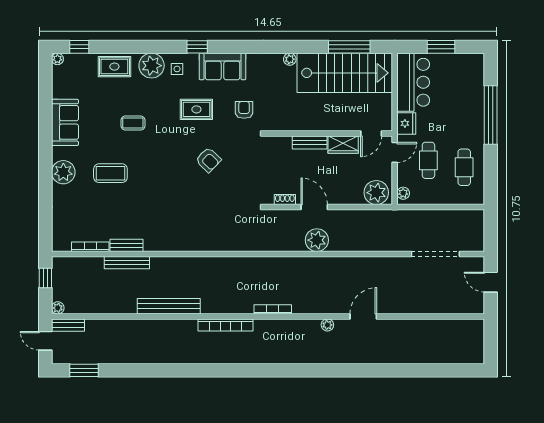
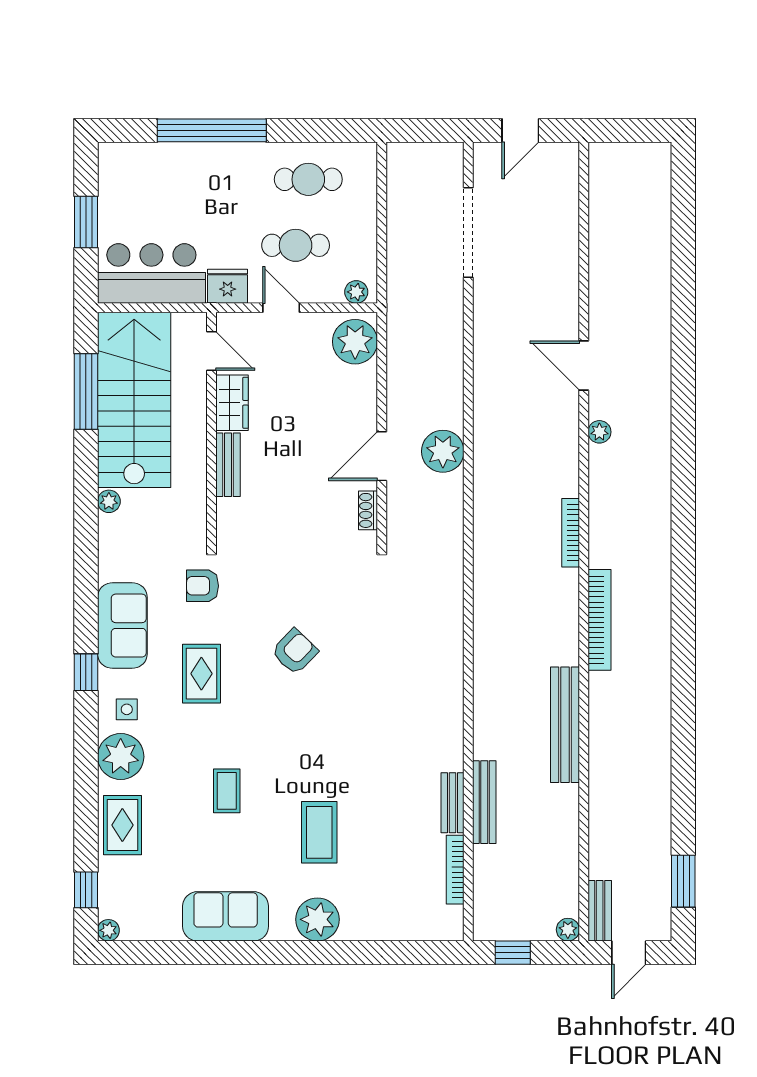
wall: (329, 134) -> (212, 429), moved
door: (371, 134) -> (212, 351), moved
bench: (310, 142) -> (228, 465), moved
wardrobe: (343, 145) -> (232, 403), moved

